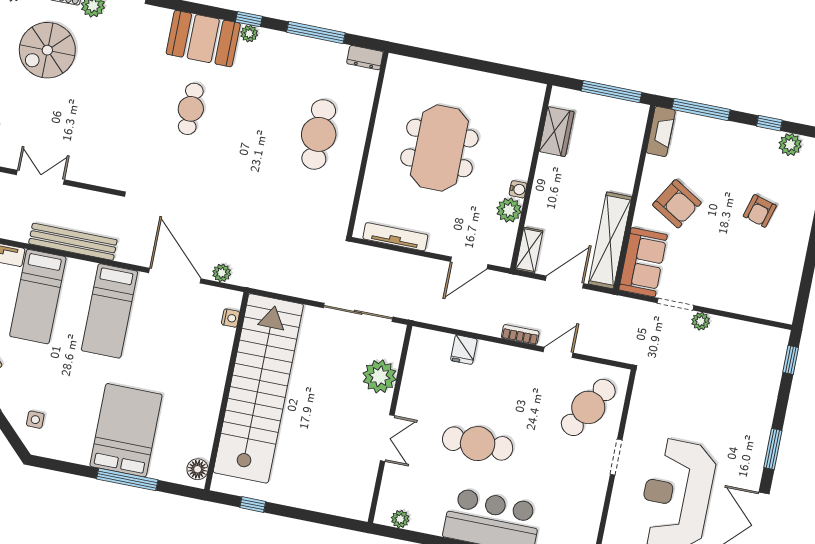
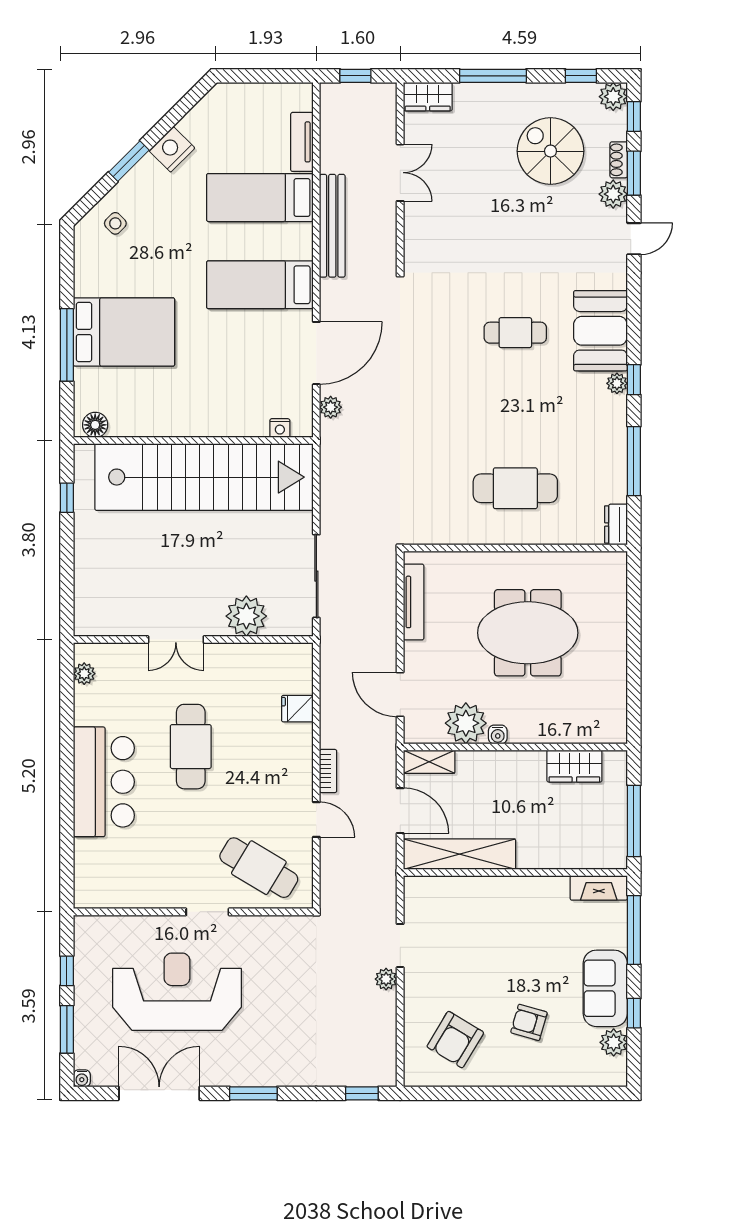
armchair: (677, 204) -> (455, 1040), moved
plant: (509, 210) -> (466, 723), width x1.36, depth x1.36
sofa: (643, 262) -> (605, 988), moved, turned 90
side table: (35, 420) -> (115, 223), turned 45

